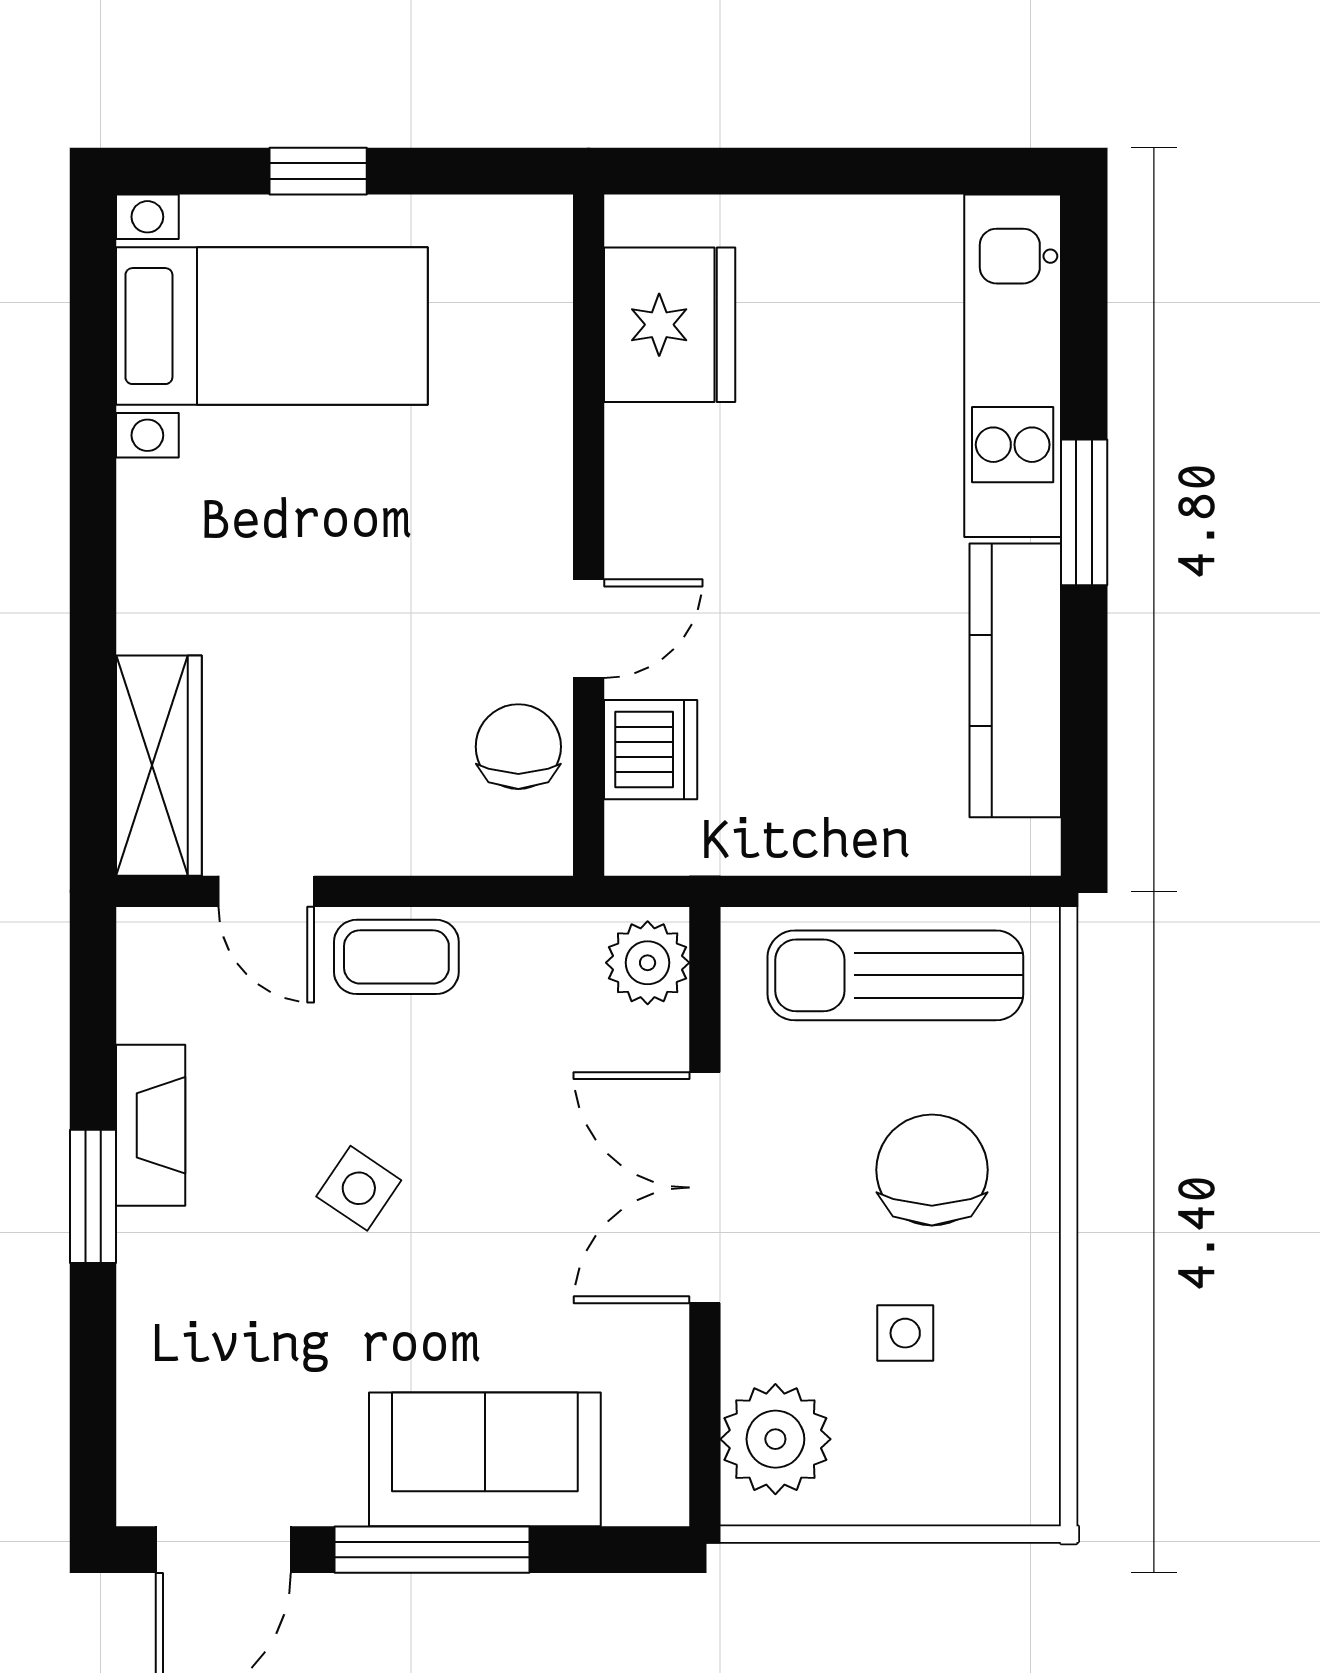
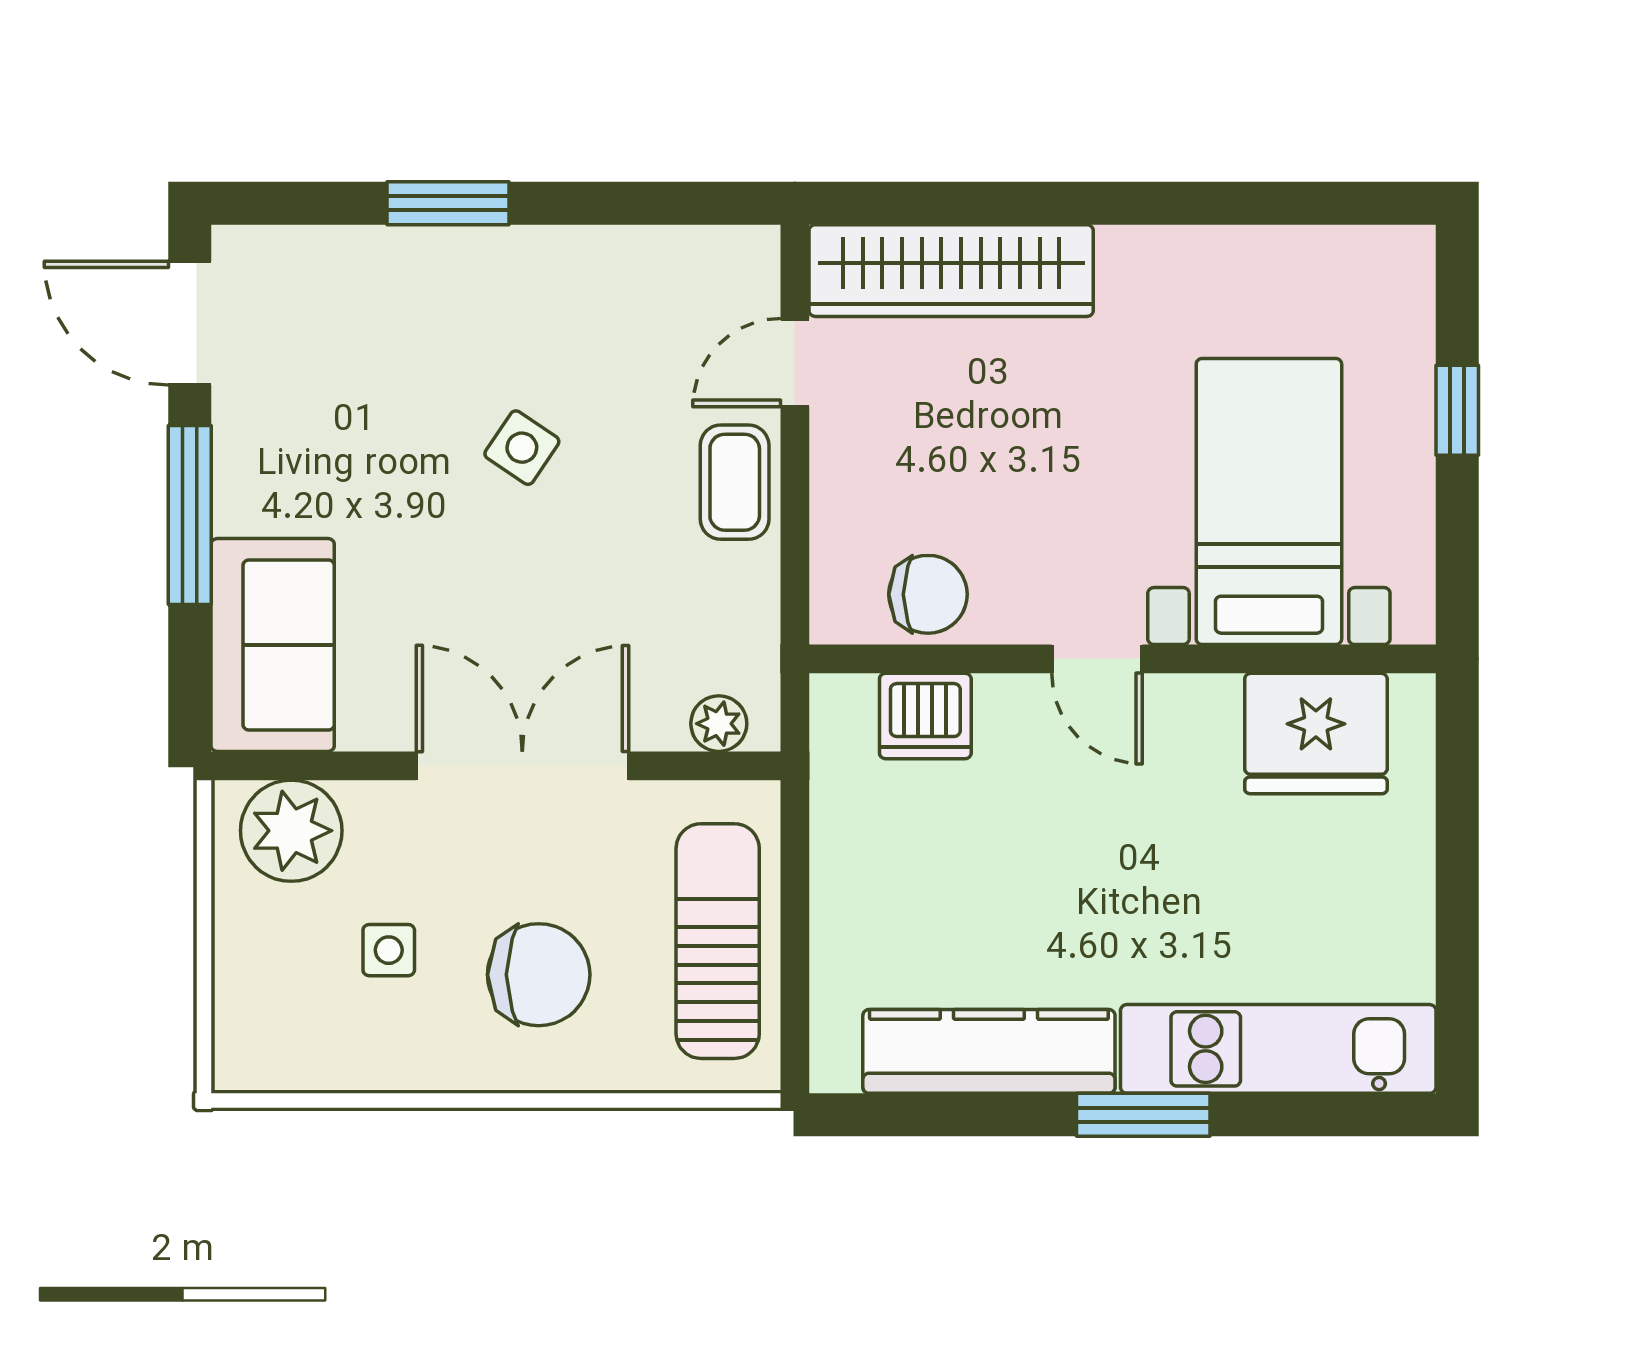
bed with nightstands: (272, 326) -> (1269, 501), moved, turned 180
door: (589, 629) -> (1097, 659), moved
wardrobe: (159, 766) -> (951, 271), width x1.40, depth x1.17
plant: (648, 963) -> (719, 724), width x0.73, depth x0.73
fireplace: (151, 1125) -> (580, 256), removed
window: (93, 1196) -> (448, 203), moved
sofa: (485, 1459) -> (273, 645), moved

